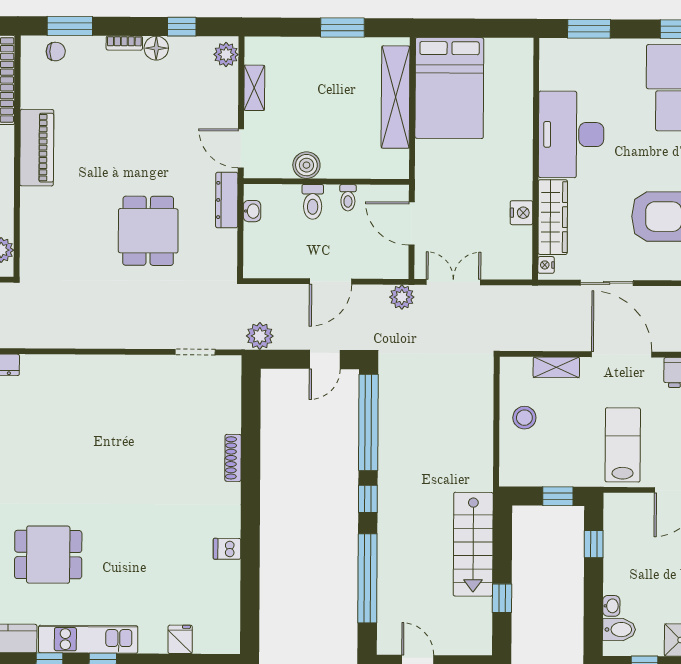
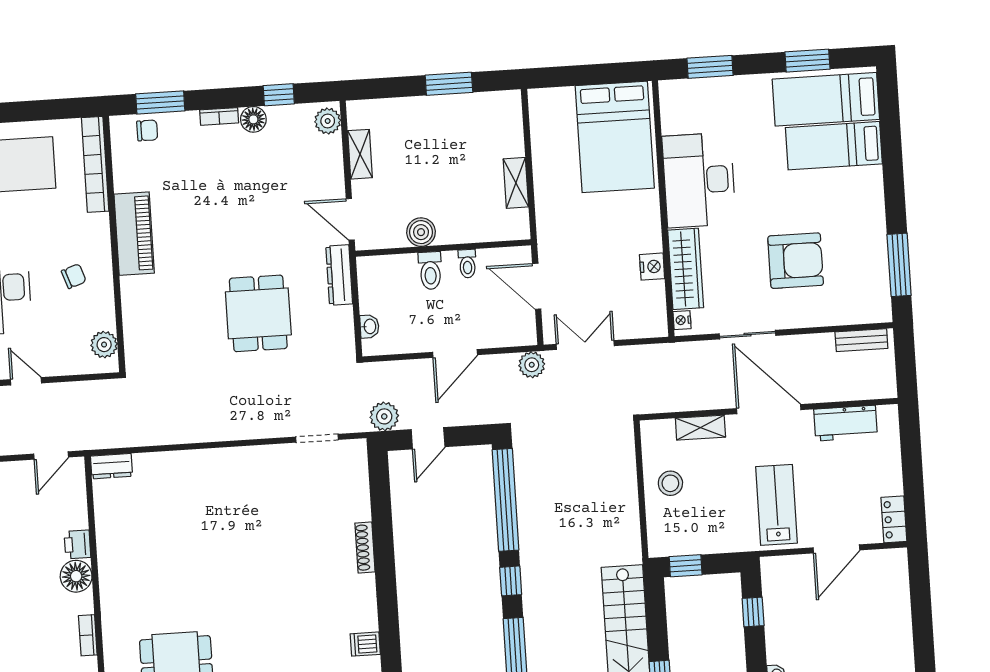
bed: (449, 88) -> (615, 137), moved
shelving: (395, 97) -> (516, 183), width x0.45, depth x0.75
washbasin: (252, 211) -> (369, 326), moved
door: (325, 359) -> (428, 438), moved
window: (558, 496) -> (686, 566), moved

